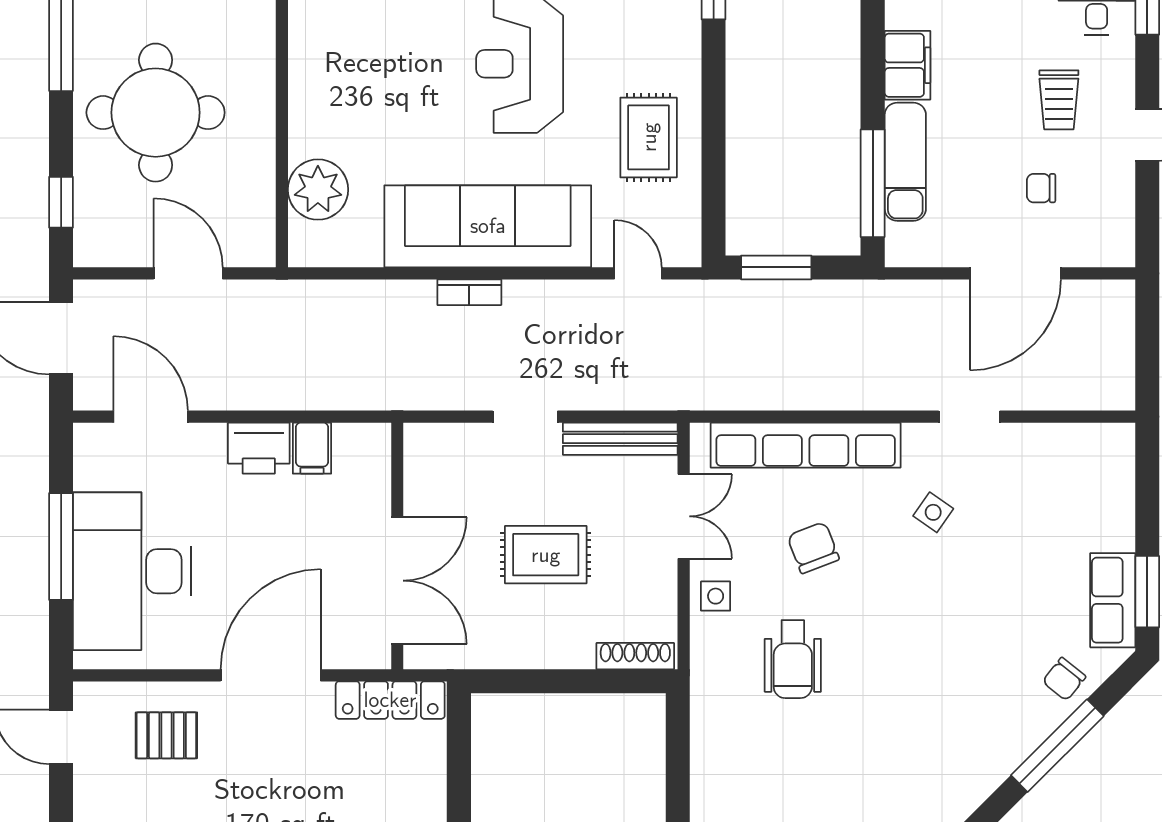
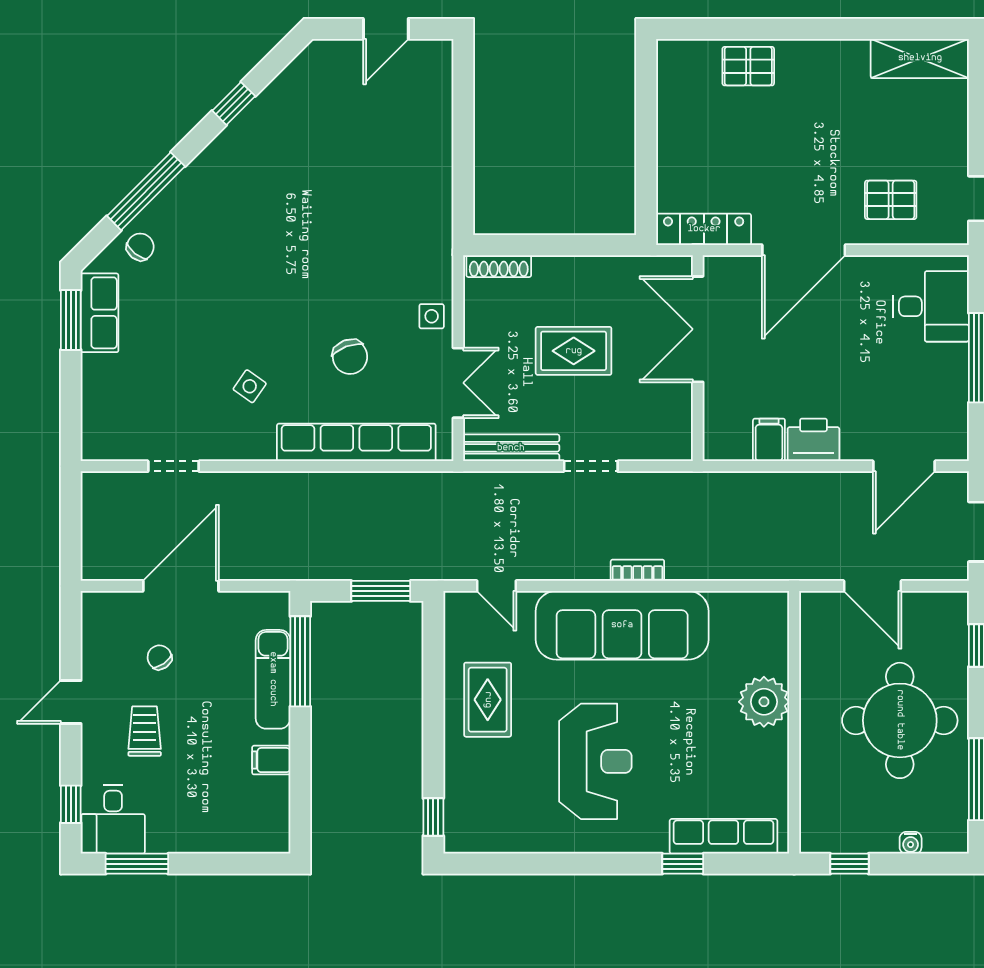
filing cabinet: (907, 65) -> (271, 760), width x0.50
chair: (1041, 188) -> (159, 657), turned -125
plant: (318, 190) -> (764, 702), moved
door: (151, 417) -> (904, 466), hinge flipped
doorway: (969, 417) -> (173, 466), moved
double door: (684, 516) -> (458, 383), swing flipped
desk: (132, 571) -> (931, 306), width x0.53, depth x0.77
wheelchair: (793, 659) -> (367, 264), removed

